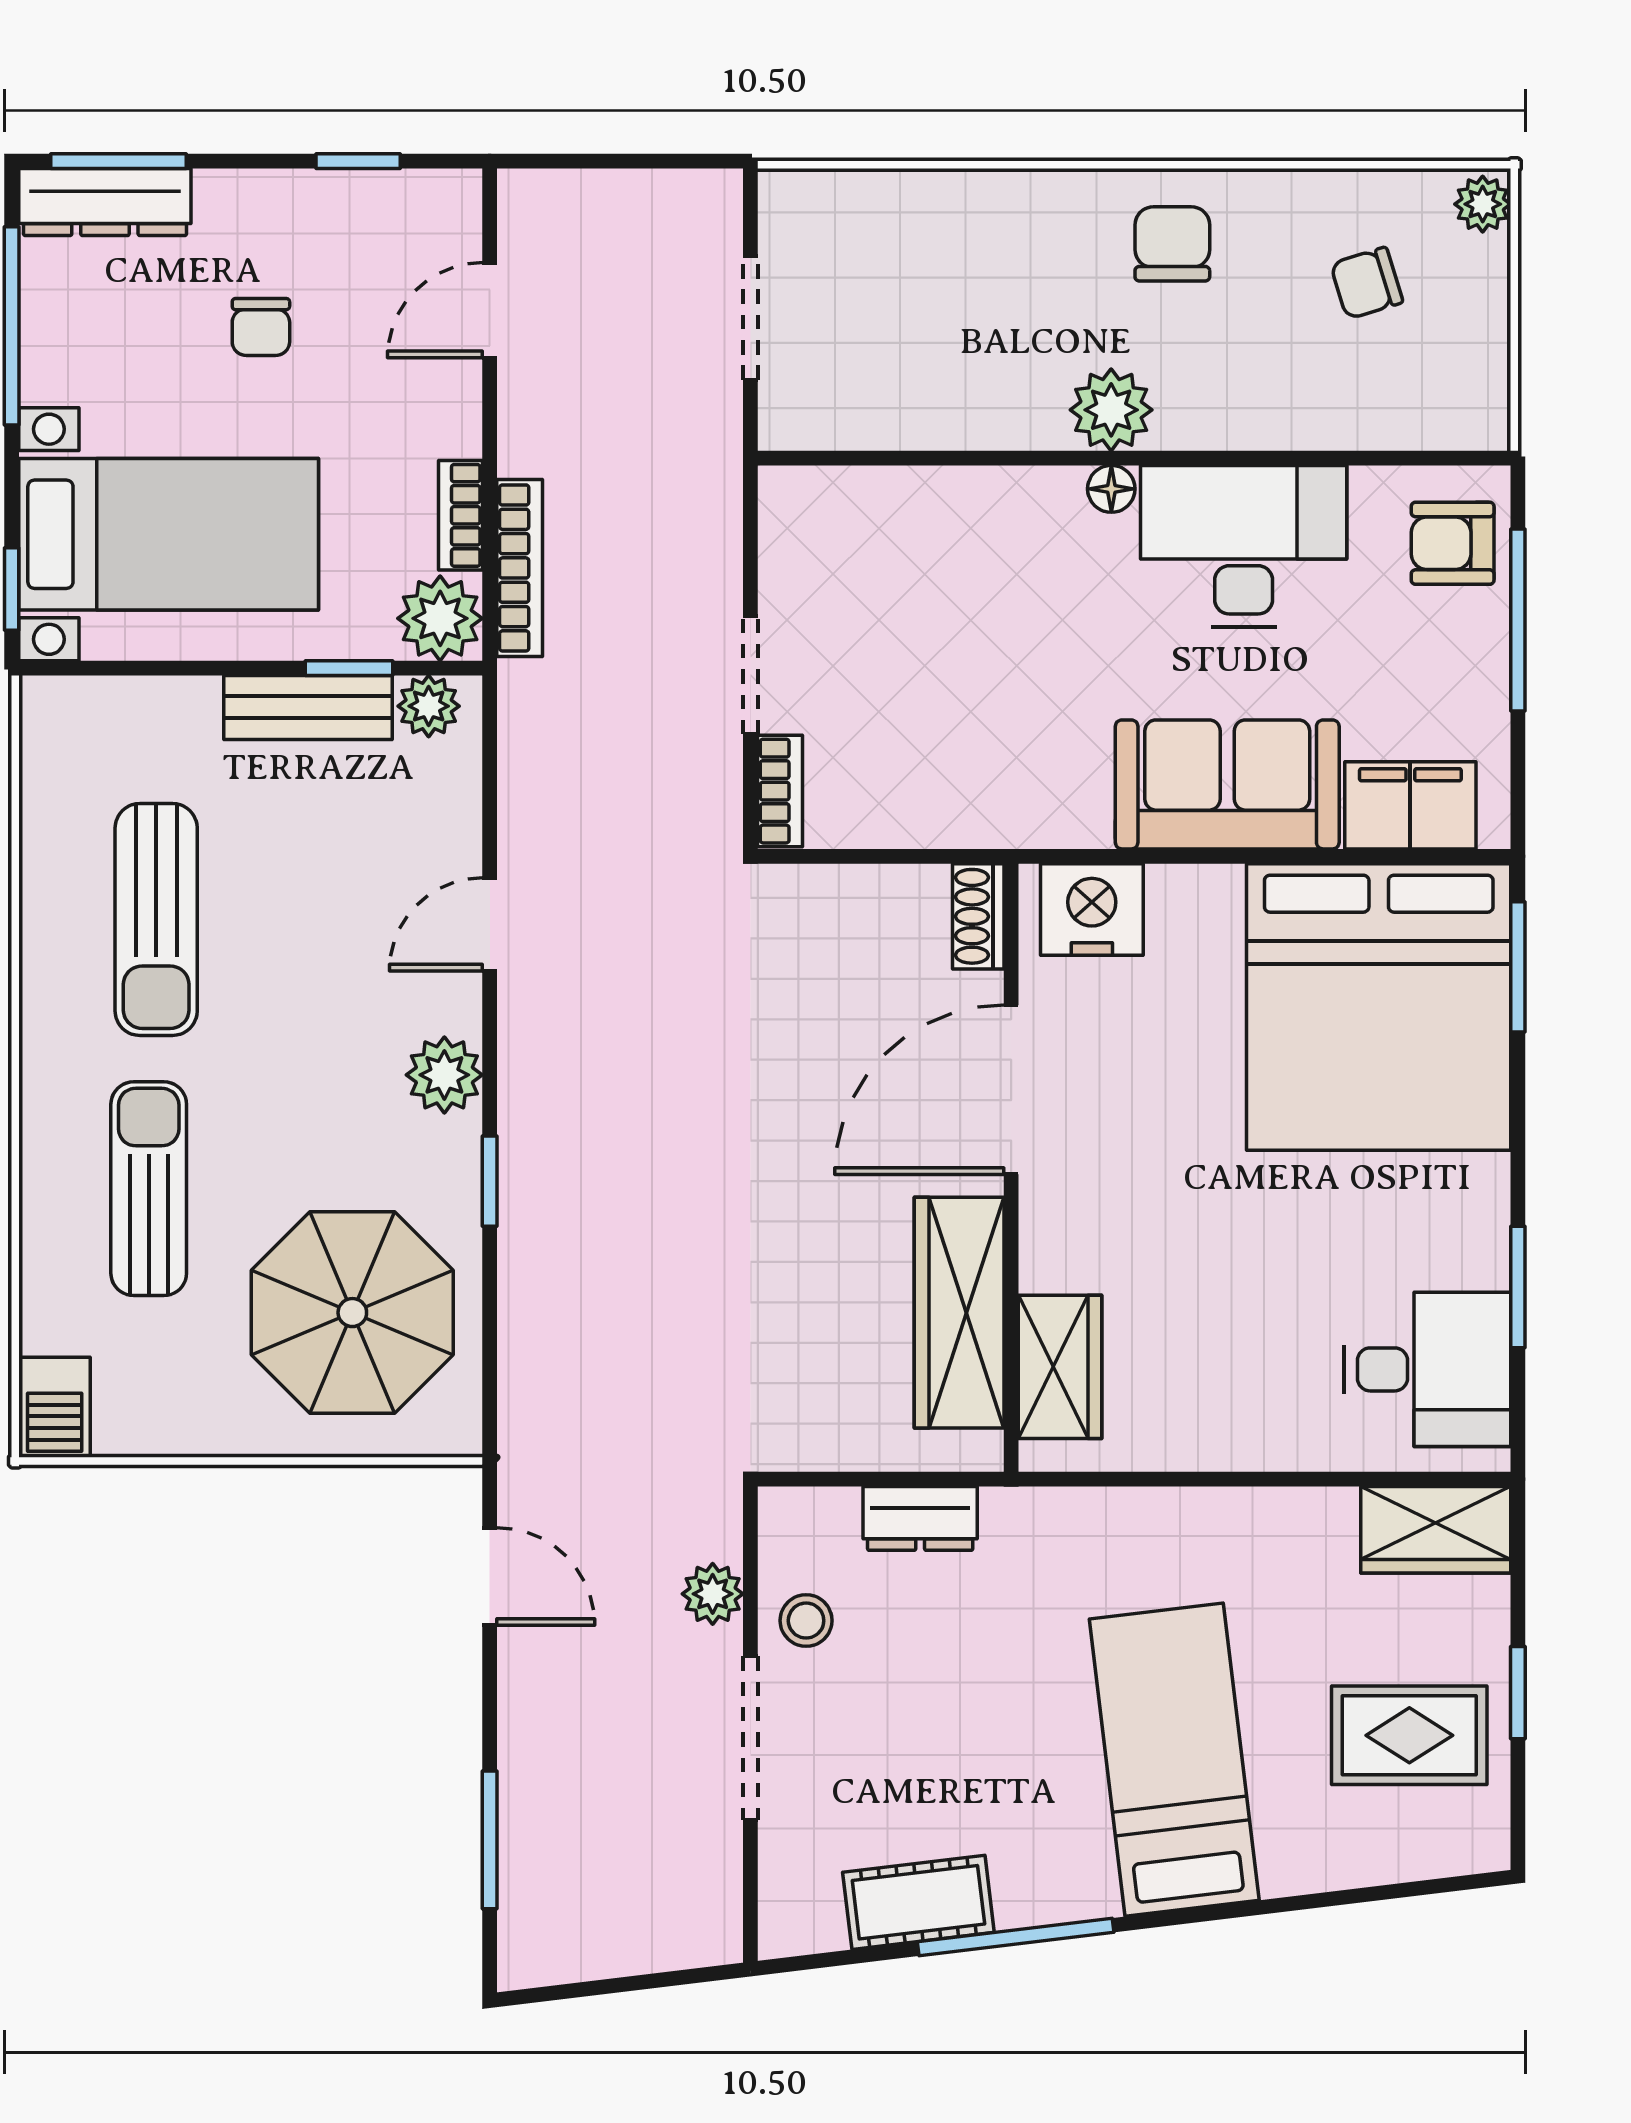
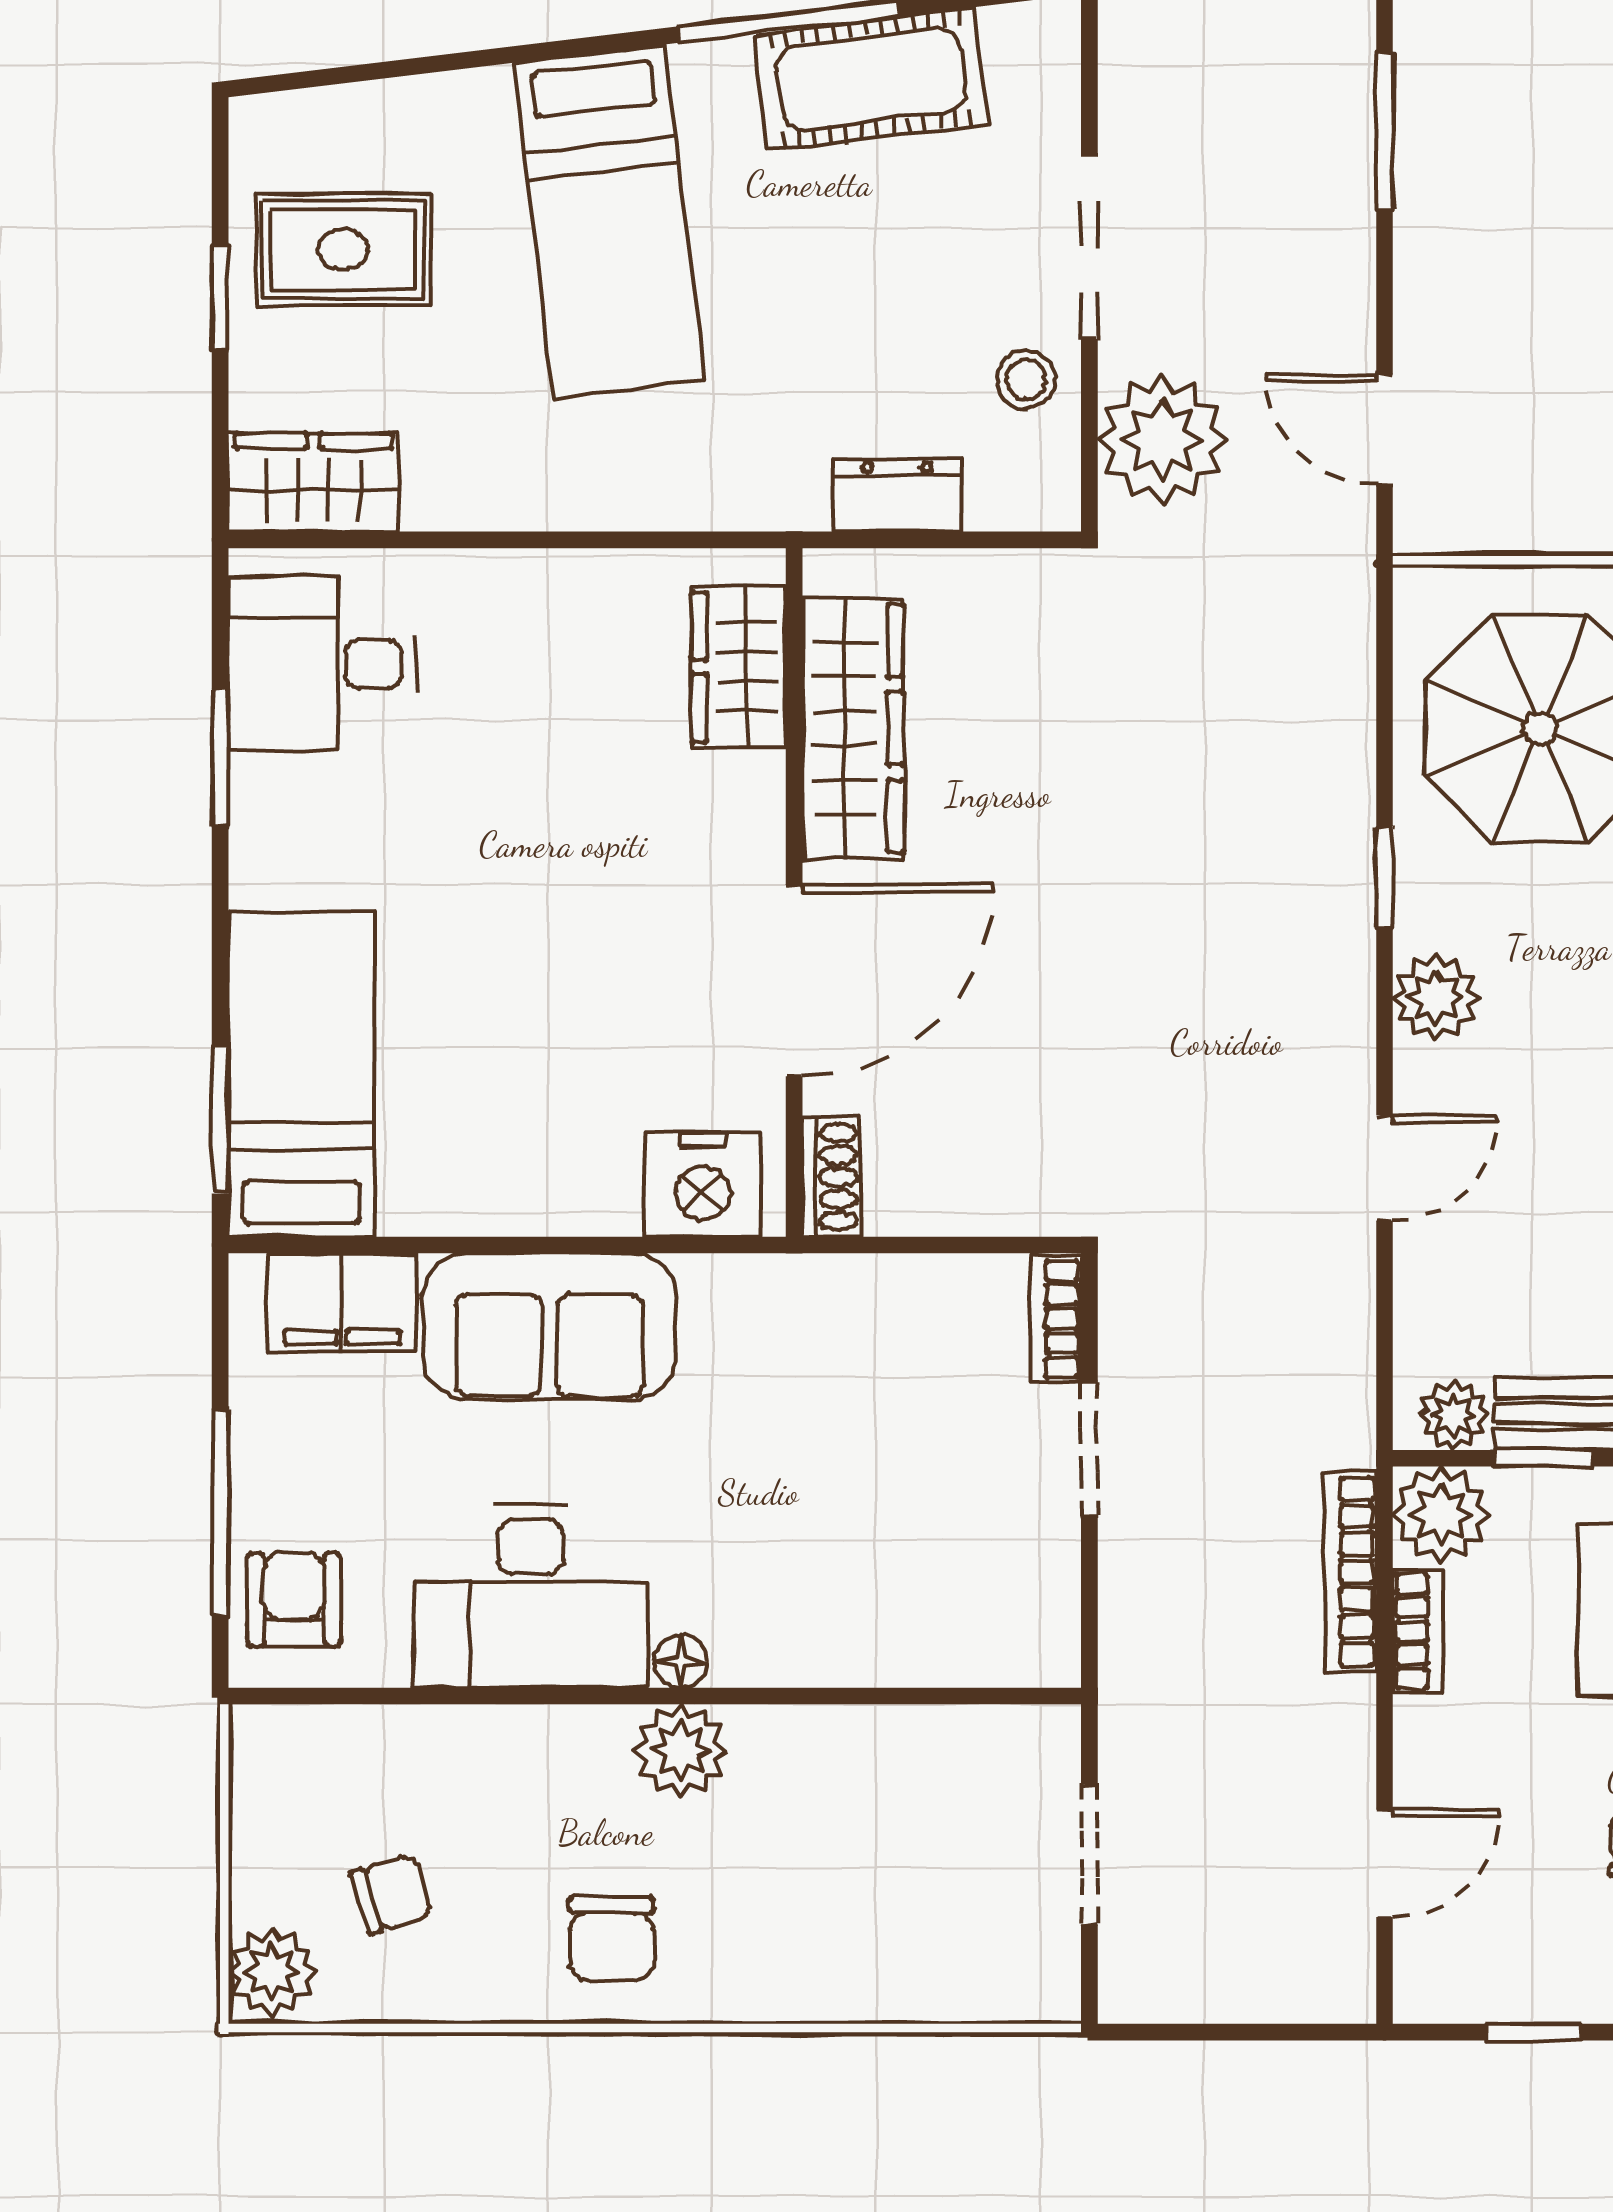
plant: (1483, 204) -> (272, 1972), width x1.38, depth x1.38
armchair: (1453, 543) -> (294, 1599), turned -90
bed: (1379, 1007) -> (301, 1074), width x0.49
plant: (713, 1594) -> (1162, 440), width x1.88, depth x1.88
cot: (918, 1902) -> (871, 79), width x1.37, depth x1.34

